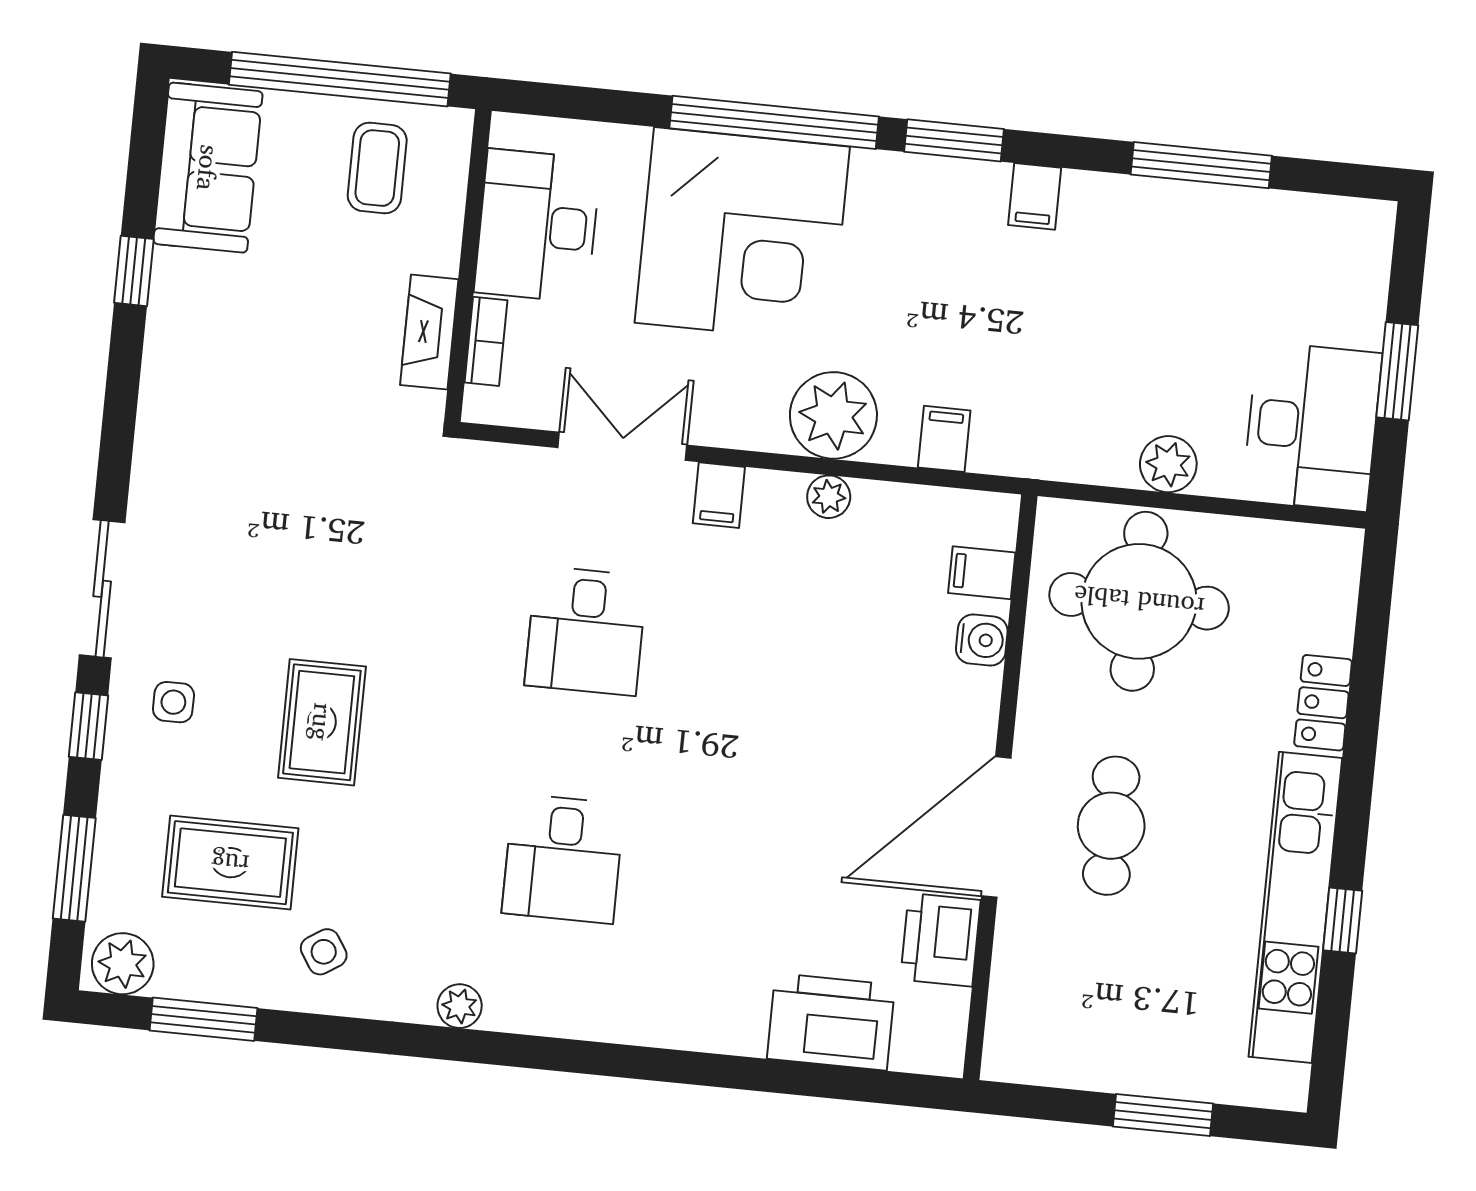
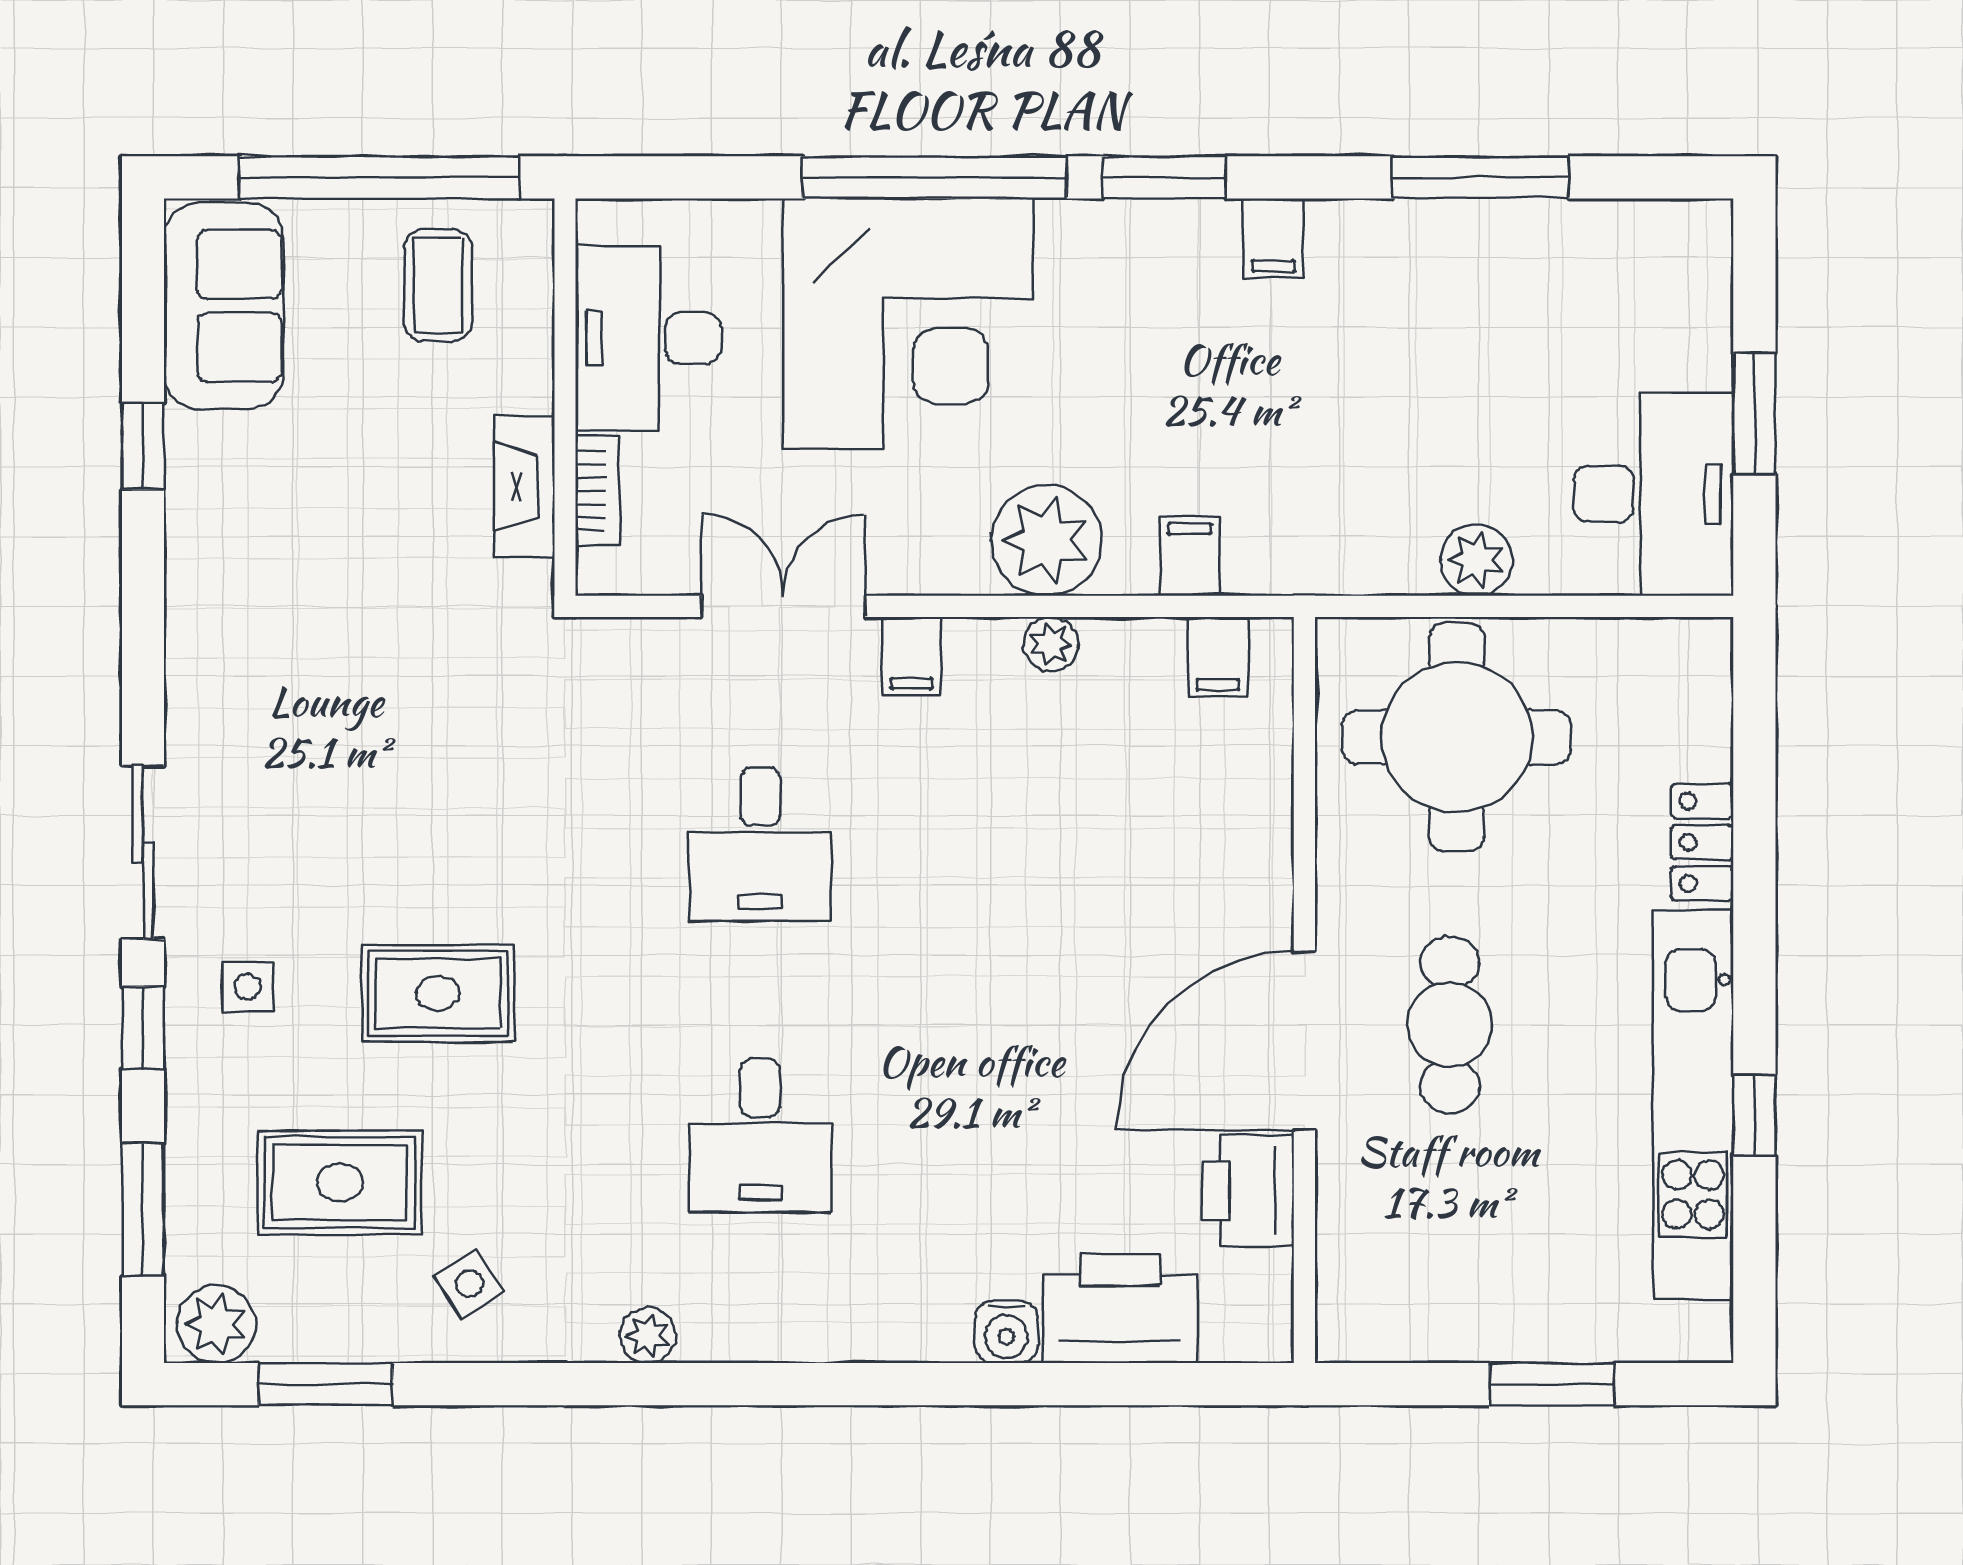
filing cabinet: (982, 573) -> (1218, 657), moved, turned -90
water cooler: (982, 640) -> (1006, 1332), moved, turned 90
rug: (322, 722) -> (438, 993), turned 90

